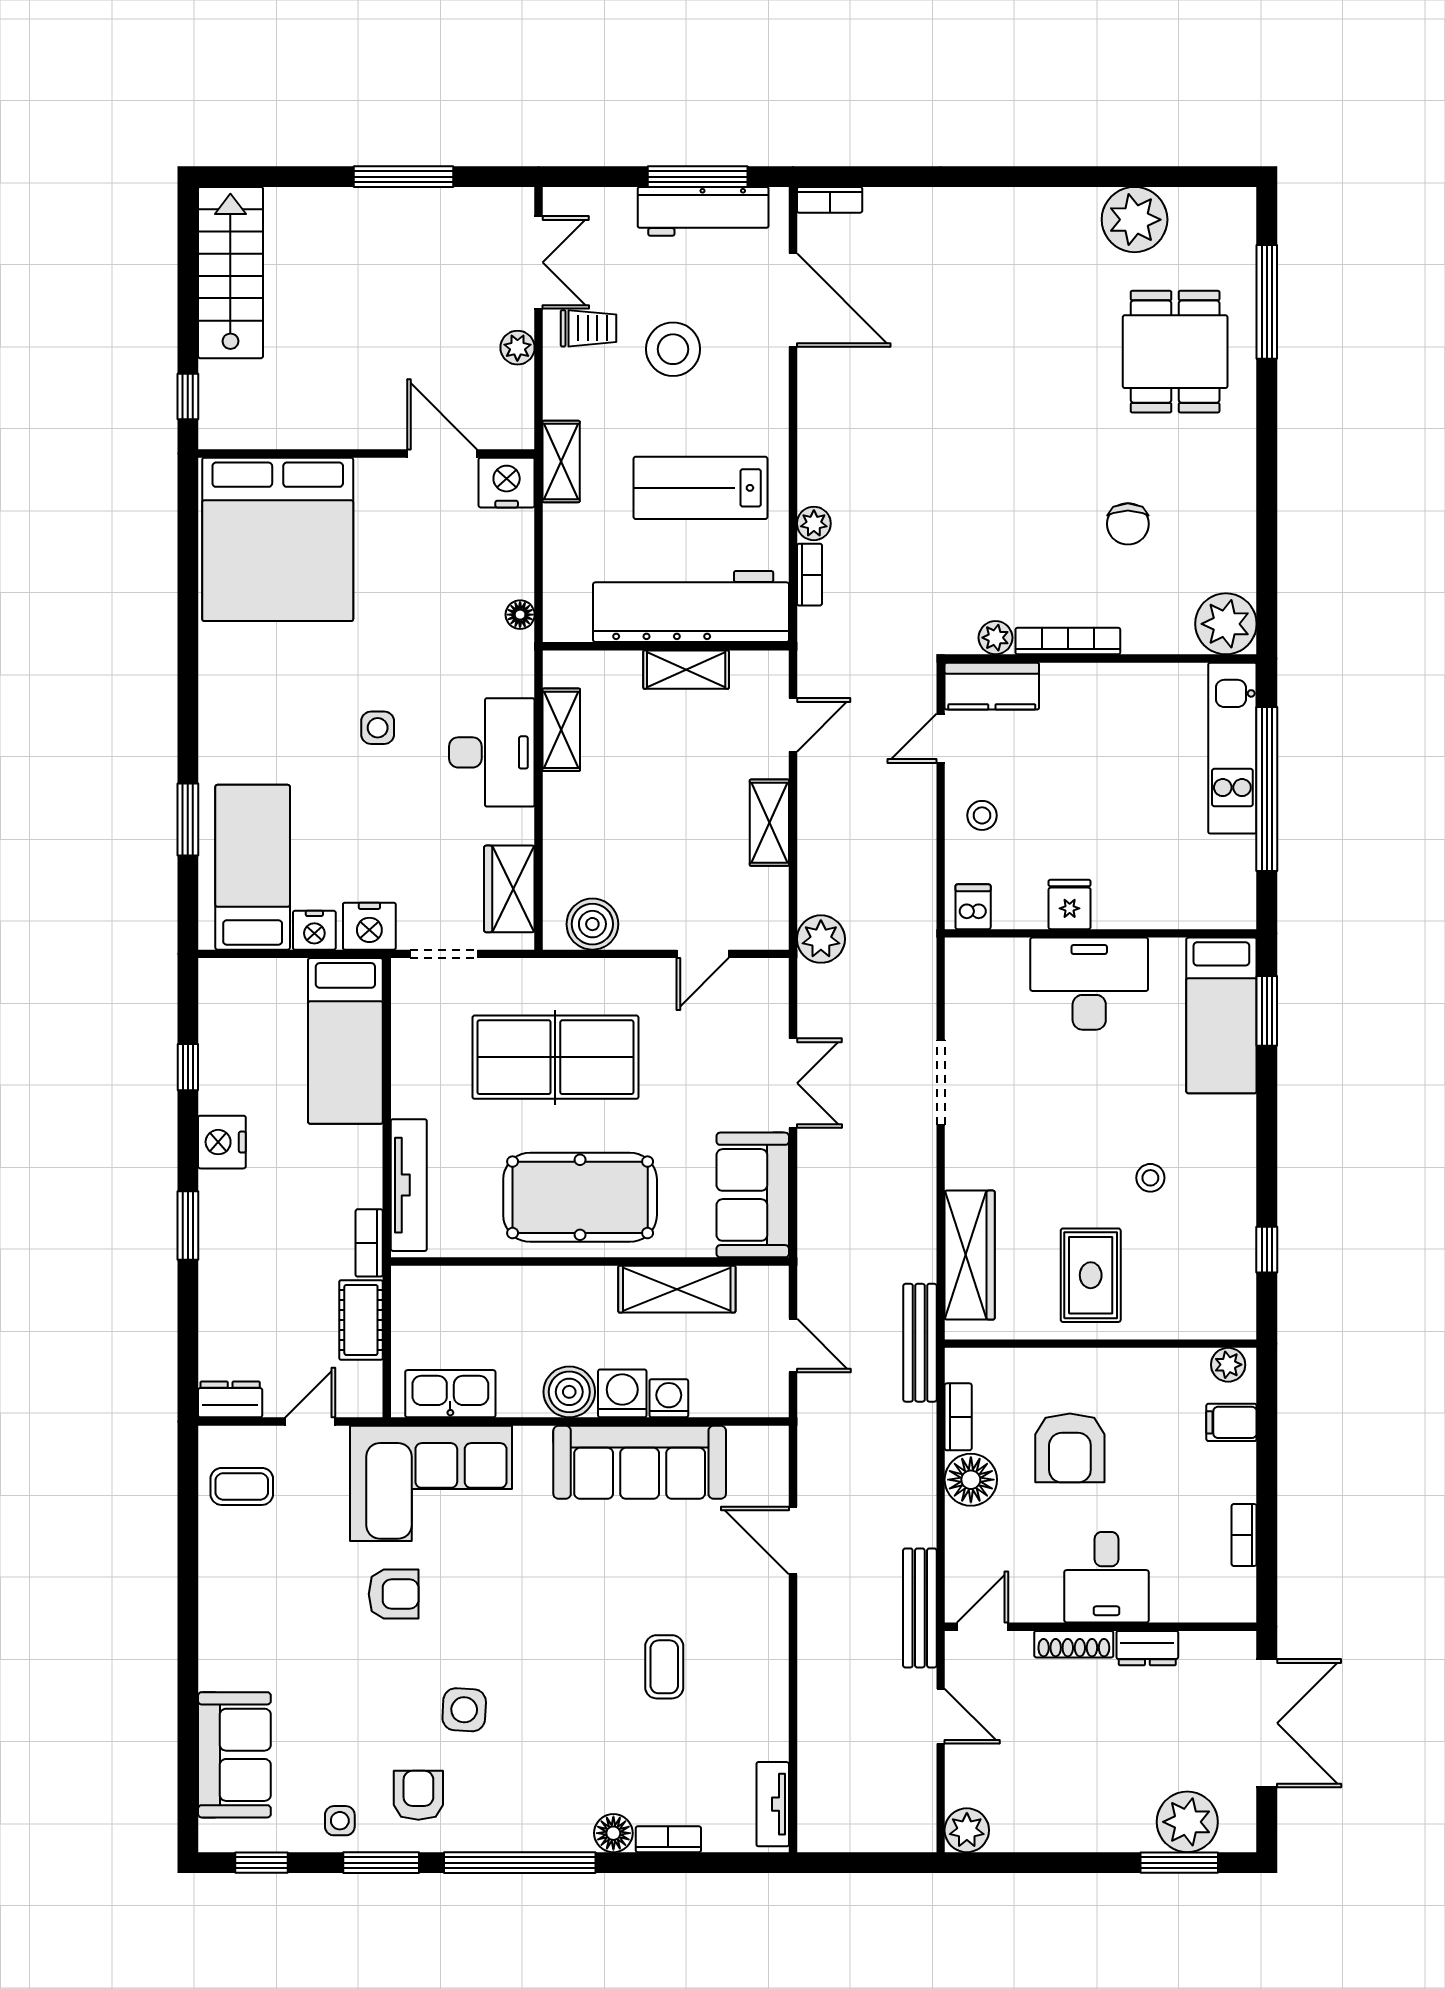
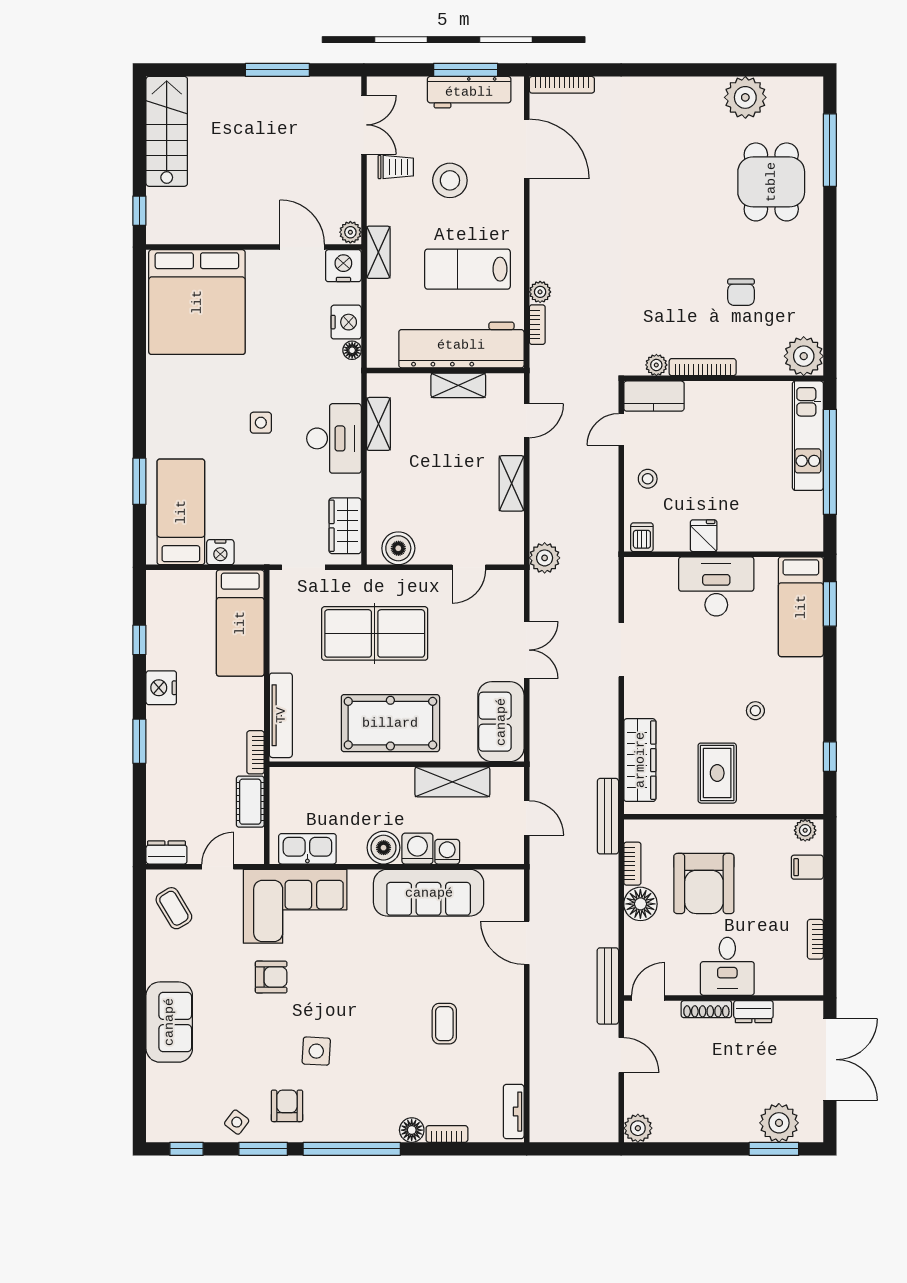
bookcase: (830, 200) -> (562, 85), width x1.56
plant: (517, 348) -> (350, 232), moved
nightstand: (369, 926) -> (346, 322), moved, turned -90
armchair: (1070, 1448) -> (704, 884), width x1.36, depth x1.36
coffee table: (242, 1486) -> (174, 908), turned 59
sofa: (234, 1755) -> (169, 1022), moved
side table: (340, 1821) -> (237, 1122), turned 37

